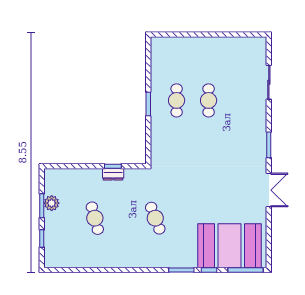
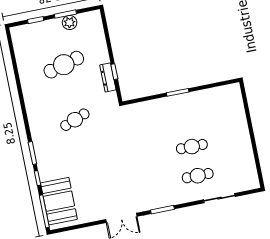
cafe table: (177, 100) -> (198, 176), moved
dresser: (113, 174) -> (108, 77), width x1.44
cafe table: (95, 218) -> (64, 65), width x1.37, depth x1.35
booth: (229, 246) -> (59, 201), width x0.73, depth x0.70

